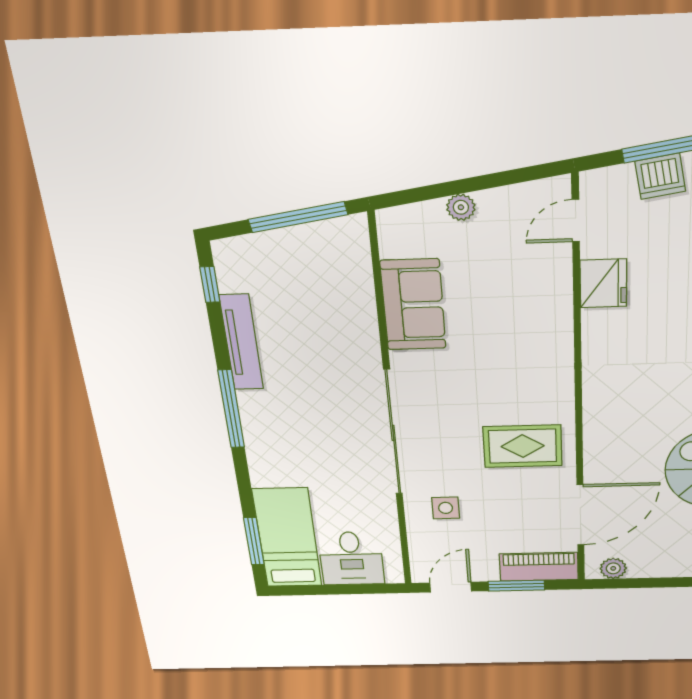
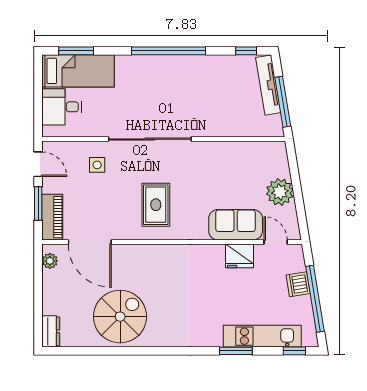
plant: (461, 207) -> (280, 192), width x1.88, depth x1.88
sofa: (413, 305) -> (236, 225), moved, turned 180
tv unit: (241, 342) -> (268, 85), moved, turned 81
window: (231, 409) -> (168, 51), width x1.46
rug: (523, 446) -> (156, 205), moved

